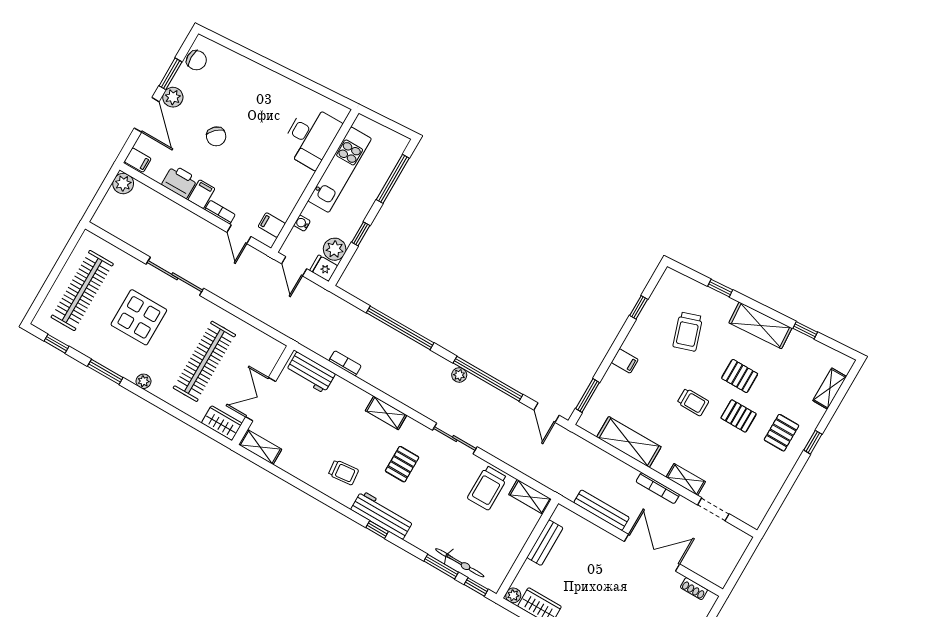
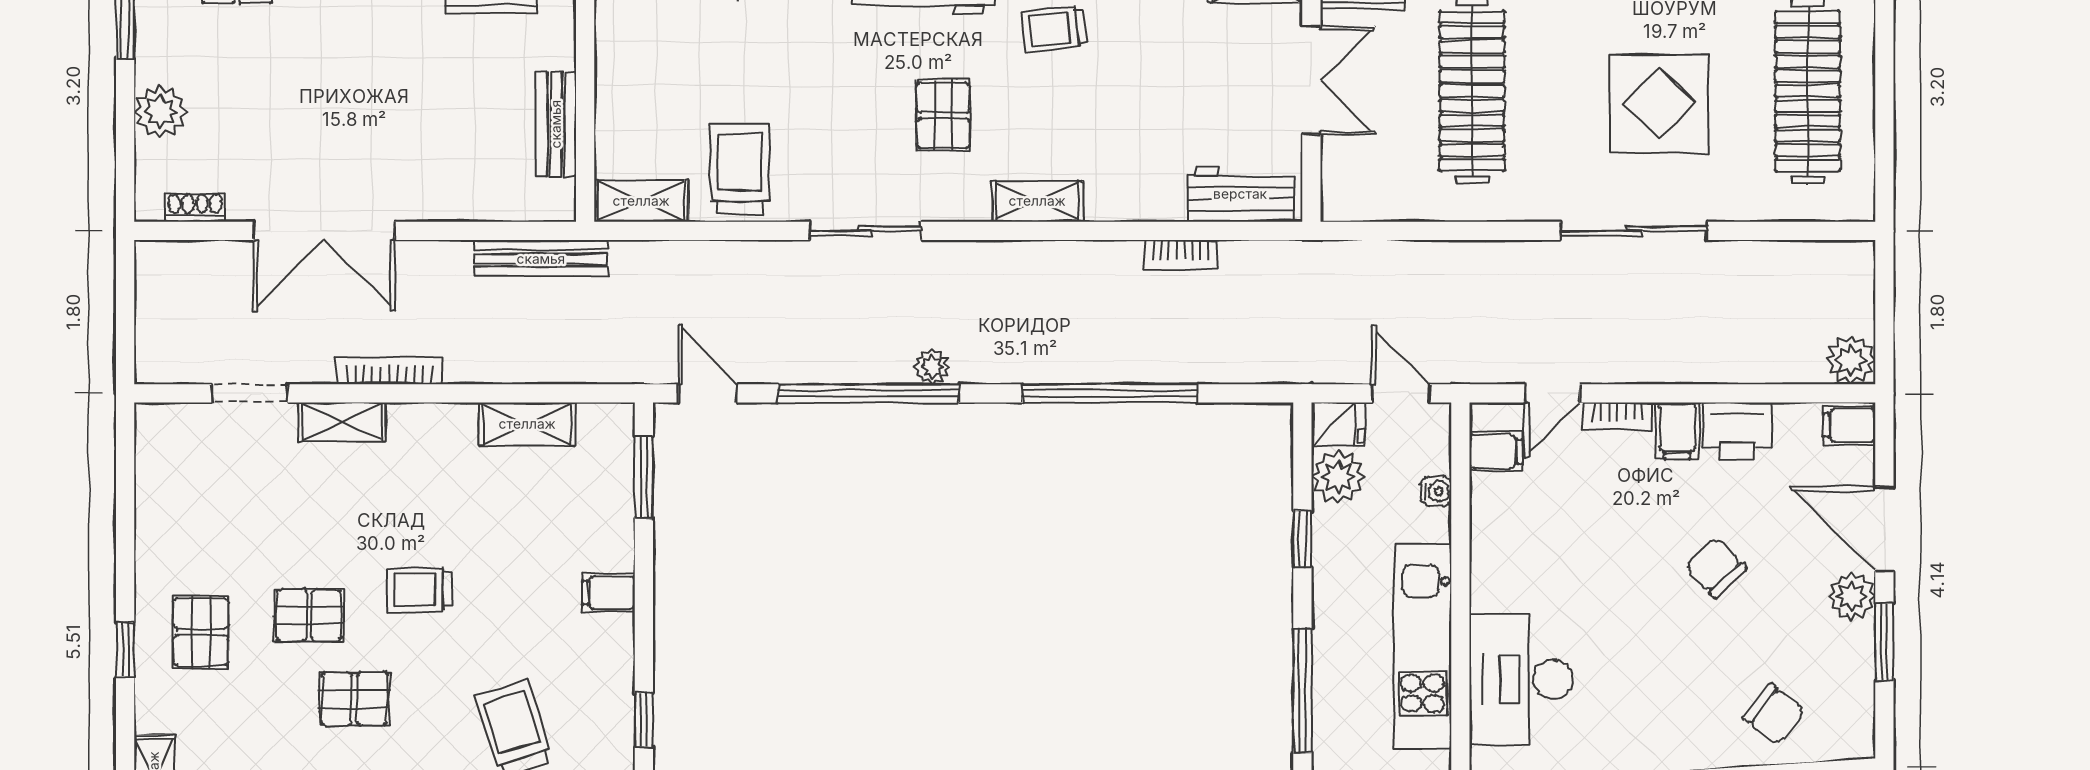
chair: (196, 60) -> (1774, 714), moved, turned -141
door: (239, 234) -> (1552, 393), swing flipped
shelving: (629, 442) -> (527, 424), width x0.67, depth x0.75
bench: (602, 510) -> (541, 259), moved

